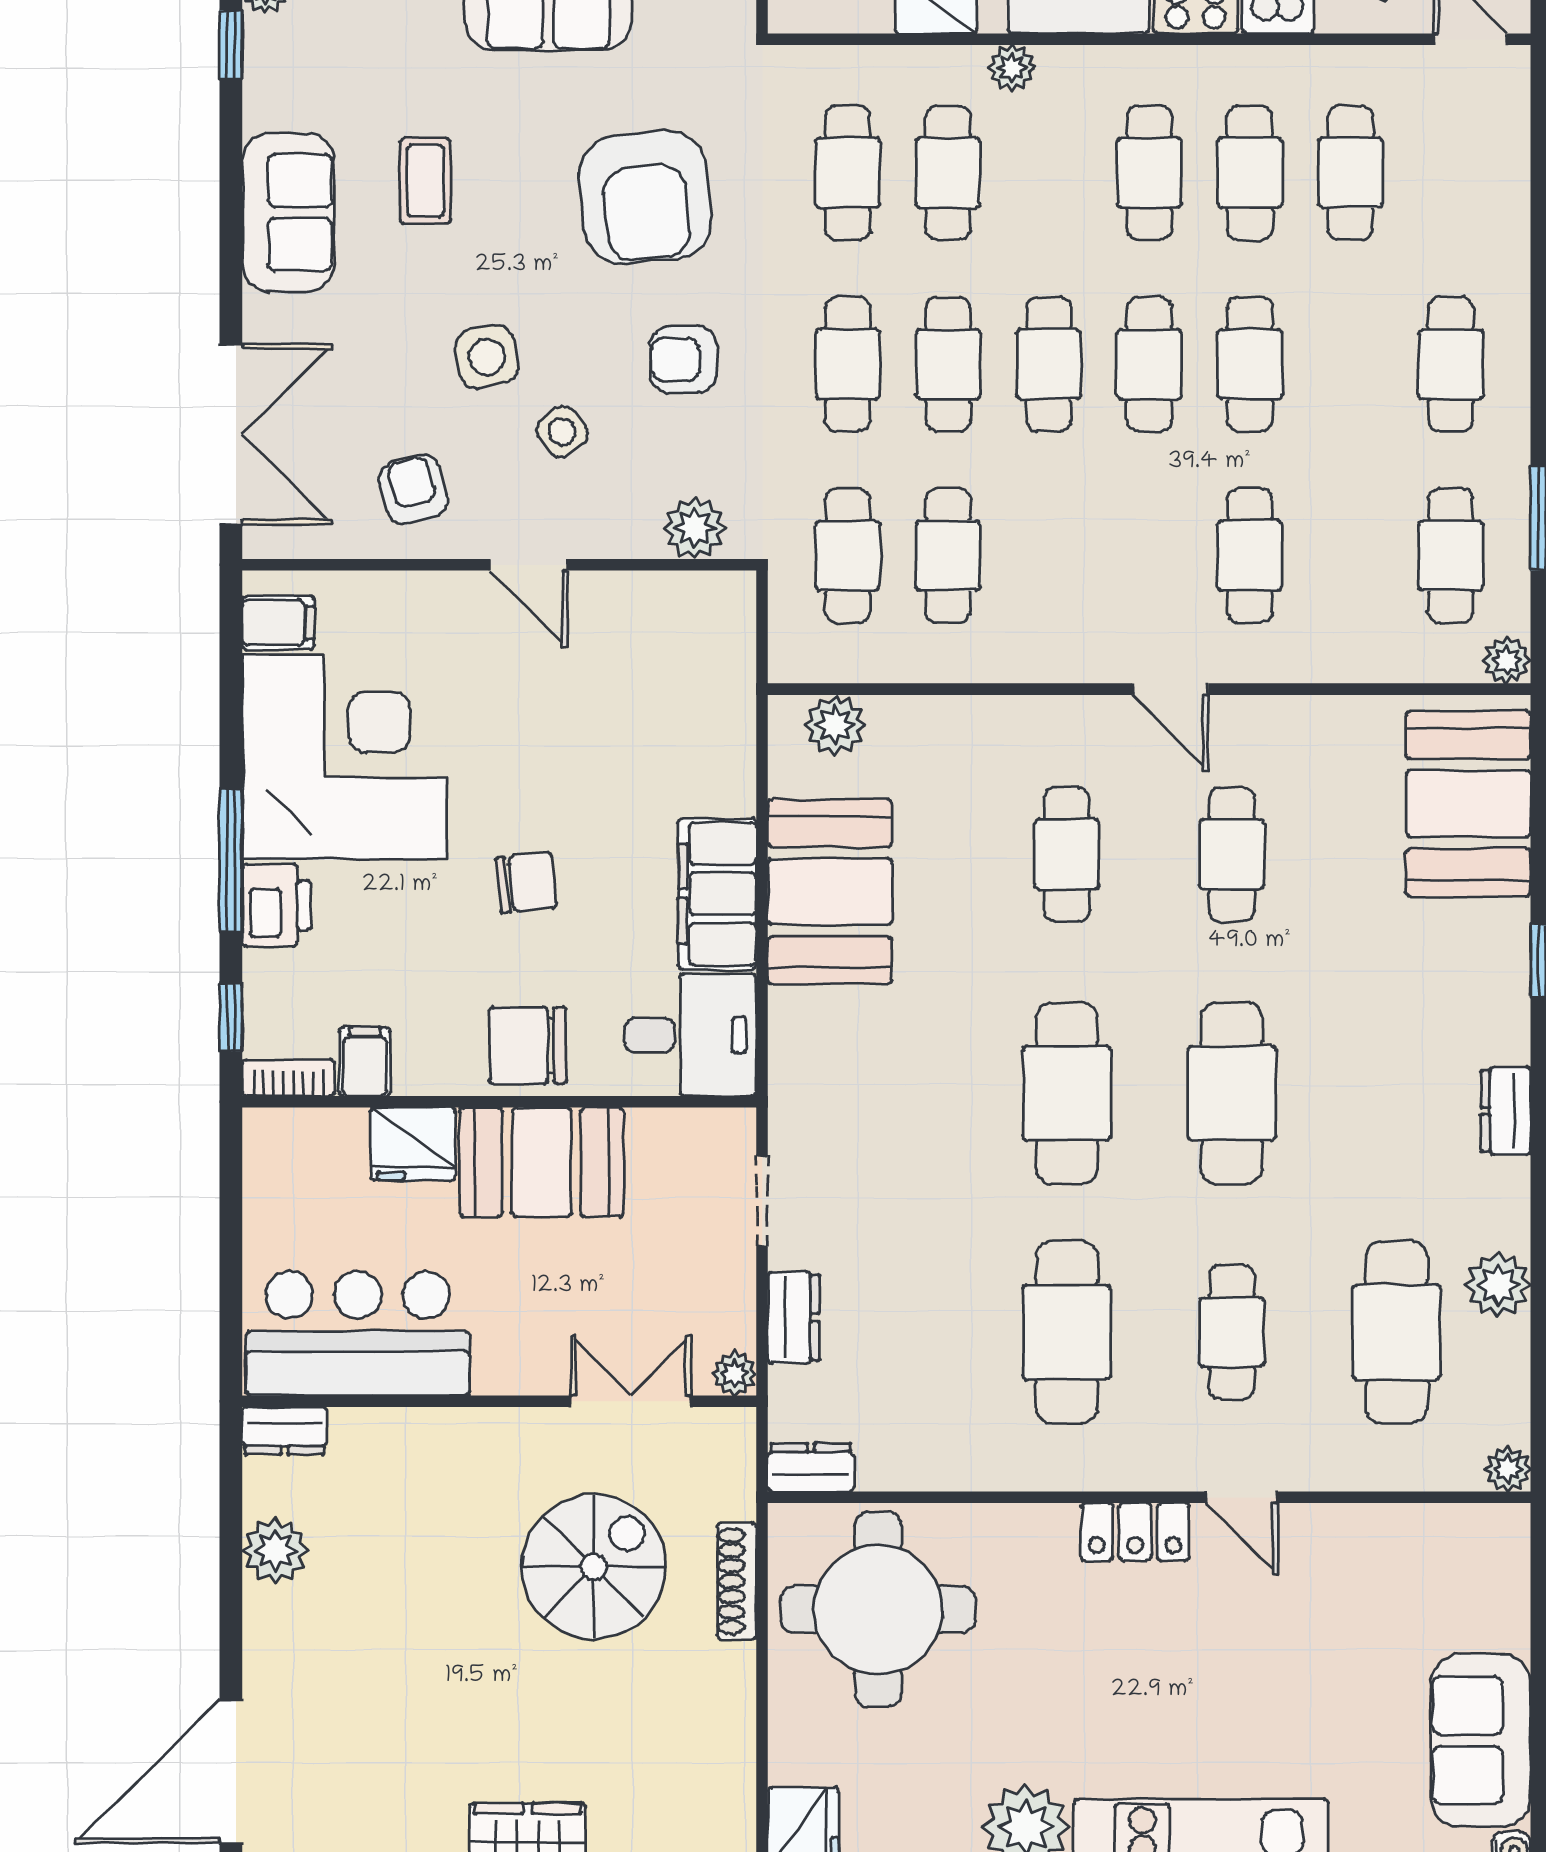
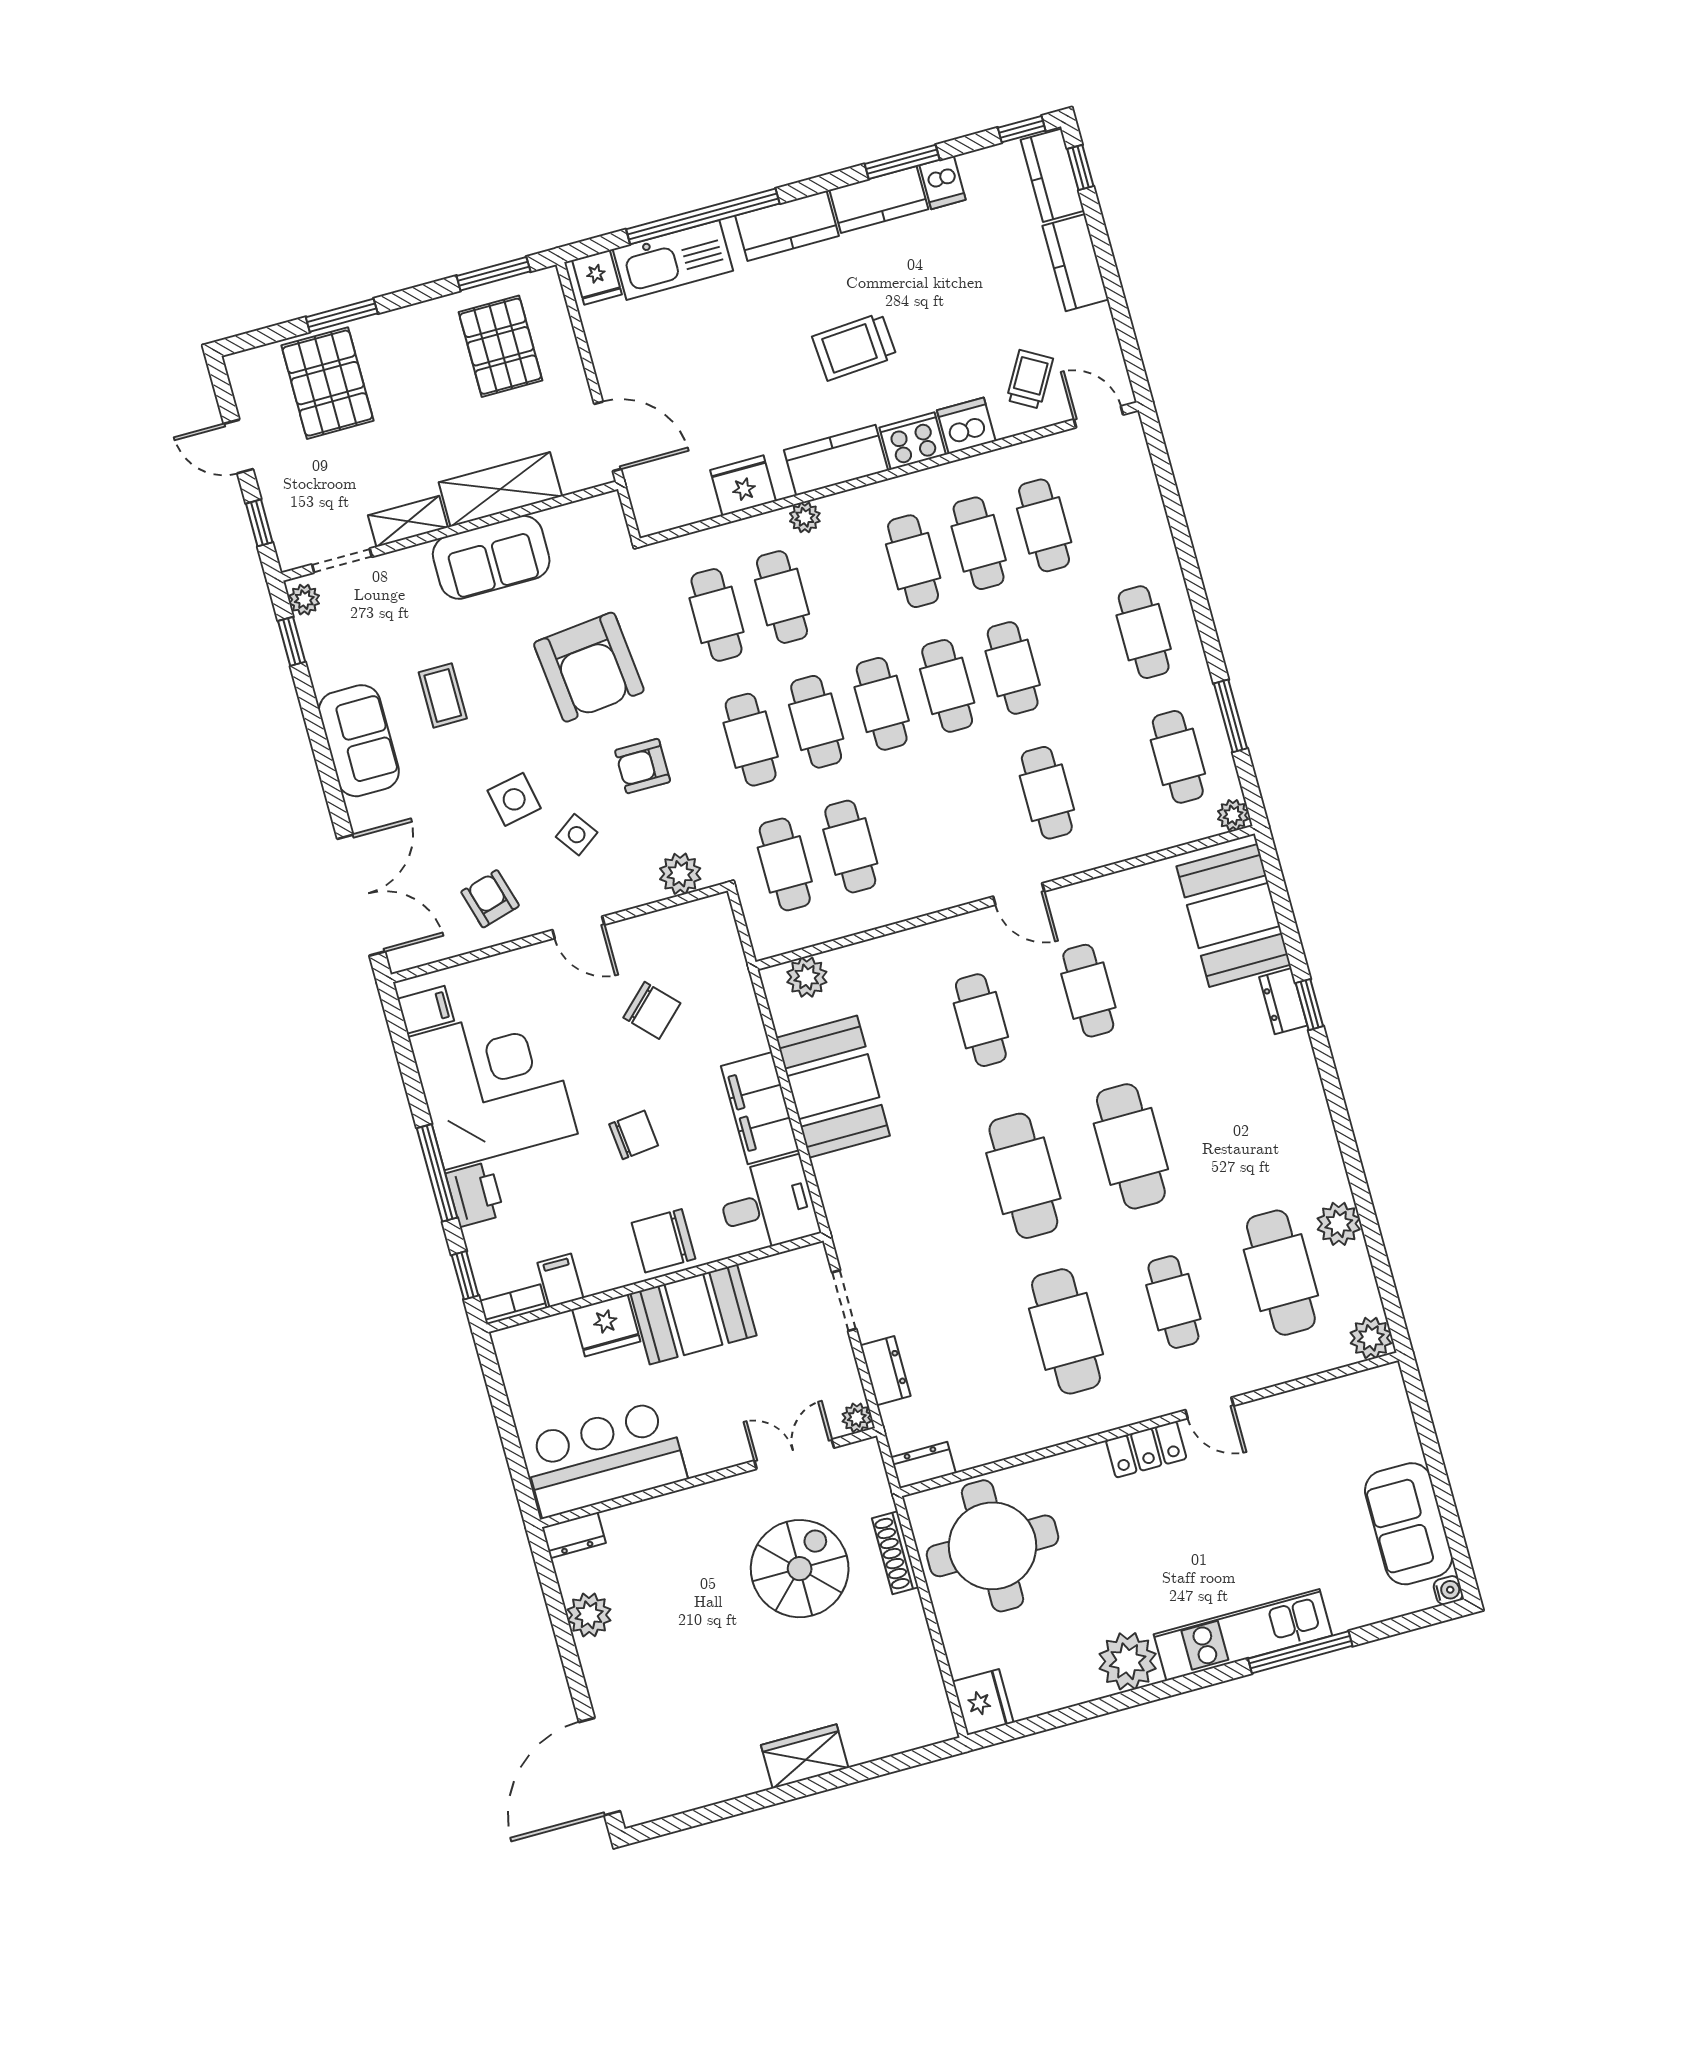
chair: (601, 712) -> (652, 1010), added
dresser: (1506, 1111) -> (1283, 1001), moved
plant: (1508, 1469) -> (1371, 1338), width x1.38, depth x1.38

